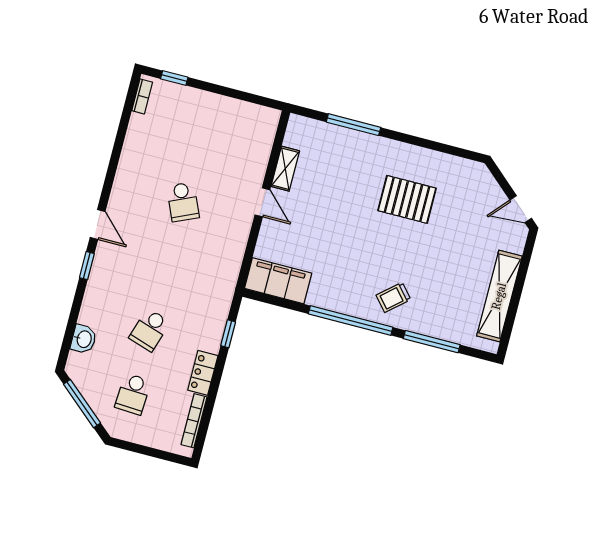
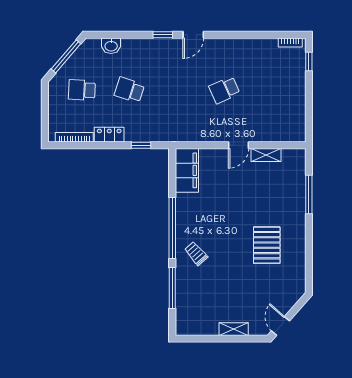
shelving: (499, 296) -> (234, 329), width x0.45, depth x0.75

